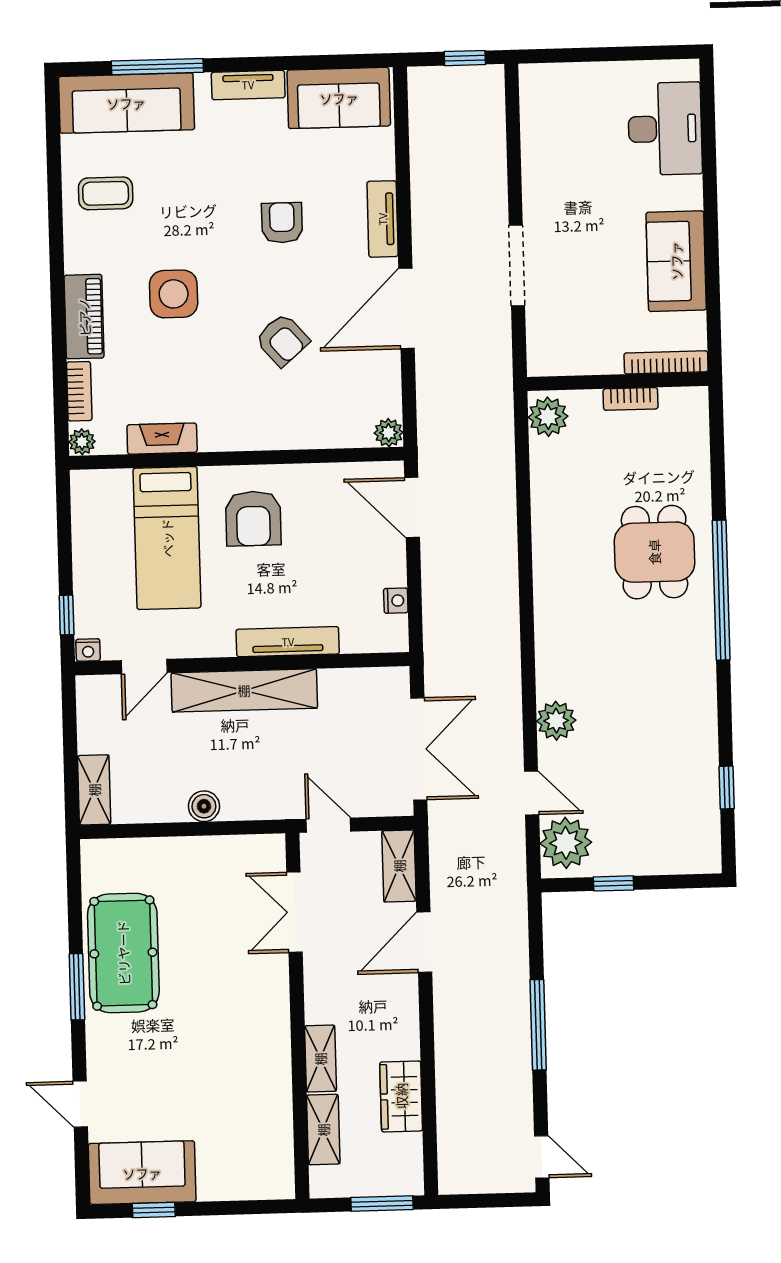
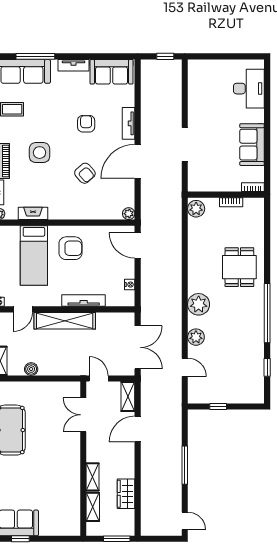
bookcase: (666, 362) -> (253, 187), width x0.64
armchair: (253, 518) -> (71, 248), turned -90
window: (721, 590) -> (267, 313), moved
boiler: (204, 806) -> (31, 369), moved
plant: (566, 843) -> (199, 304), moved

